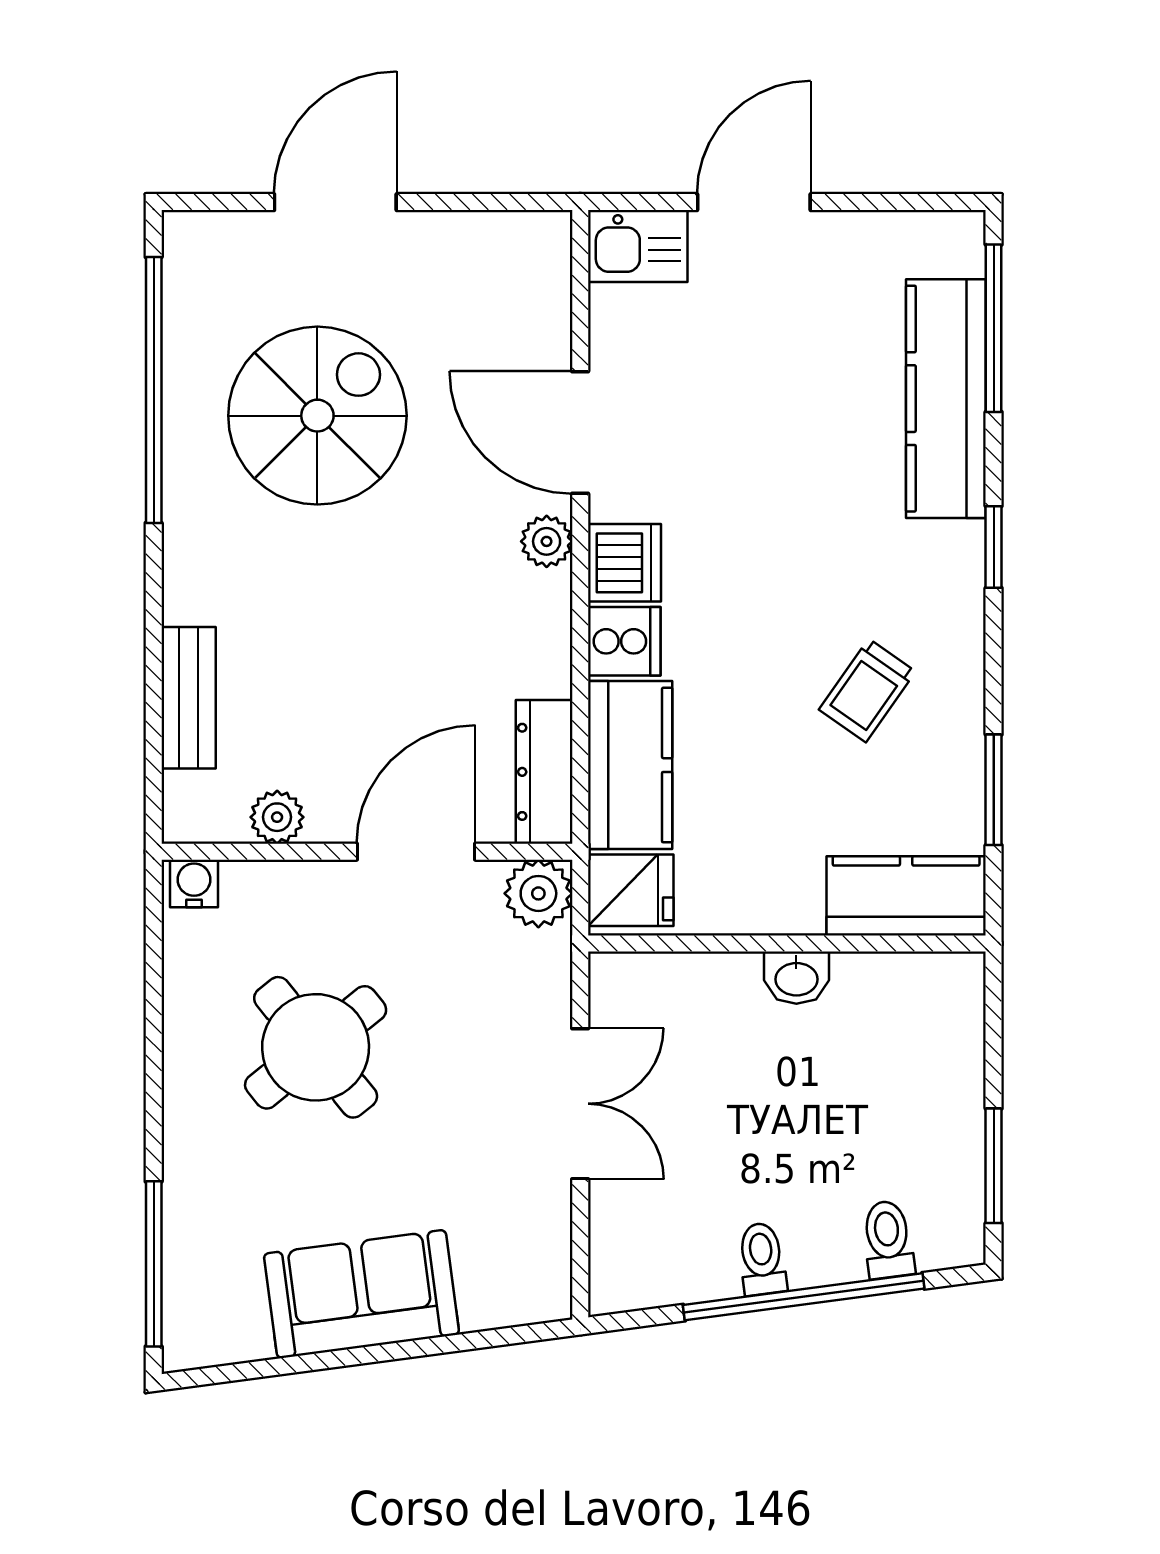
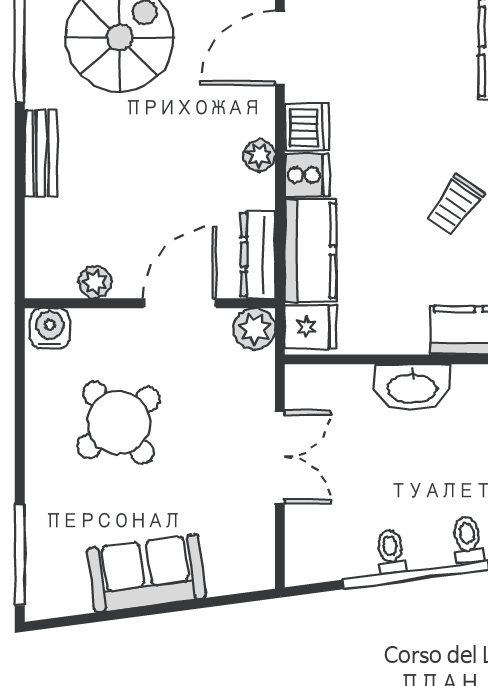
door: (580, 433) -> (280, 48), hinge flipped
plant: (547, 541) -> (259, 155), moved
bench: (189, 698) -> (41, 153), moved
water cooler: (194, 883) -> (50, 328), width x1.38, depth x1.38
washbasin: (796, 978) -> (412, 387), width x1.91, depth x1.45

